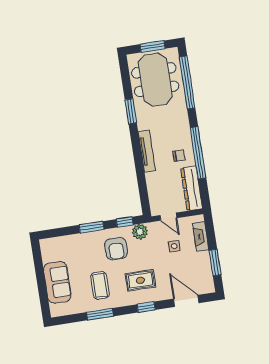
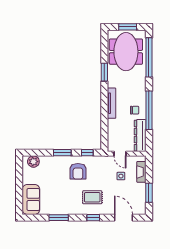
plant: (140, 232) -> (33, 162), moved
sofa: (57, 282) -> (31, 199), moved
coffee table: (100, 285) -> (62, 196), removed

